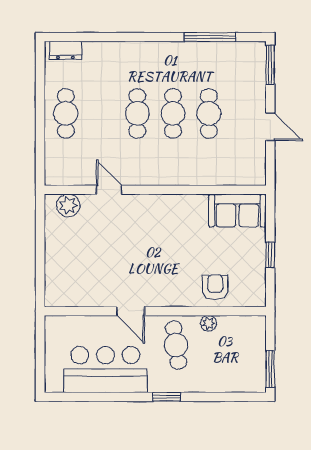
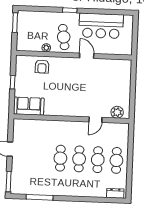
cafe table: (209, 113) -> (98, 160), moved
door: (109, 190) -> (95, 120), hinge flipped

